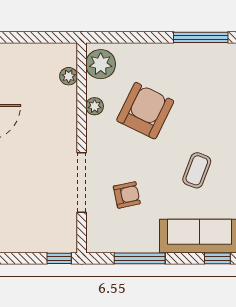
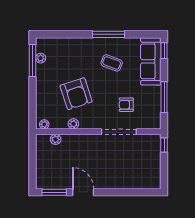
plant: (205, 51) -> (41, 58), added
plant: (101, 64) -> (44, 124), width x0.53, depth x0.53
armchair: (145, 111) -> (76, 94), turned -134
armchair: (127, 195) -> (126, 105), turned -78

